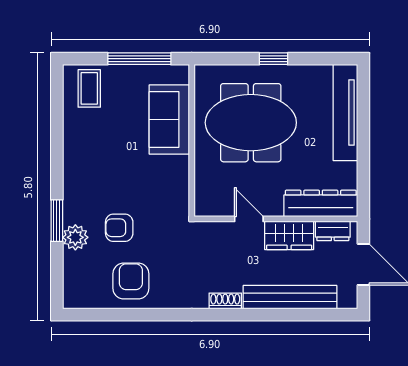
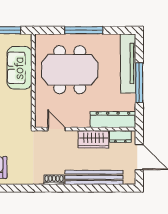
window: (273, 59) -> (84, 30), width x2.17
window: (363, 144) -> (139, 83), added
door: (249, 219) -> (57, 129), moved

